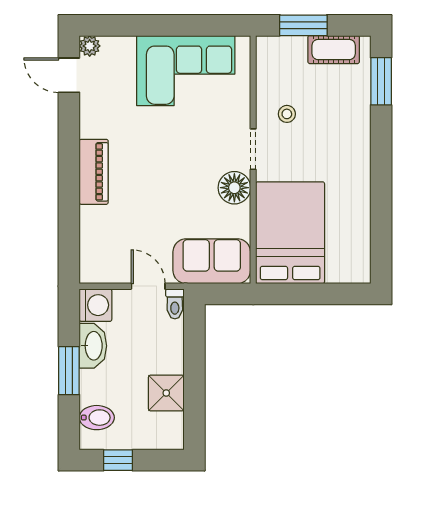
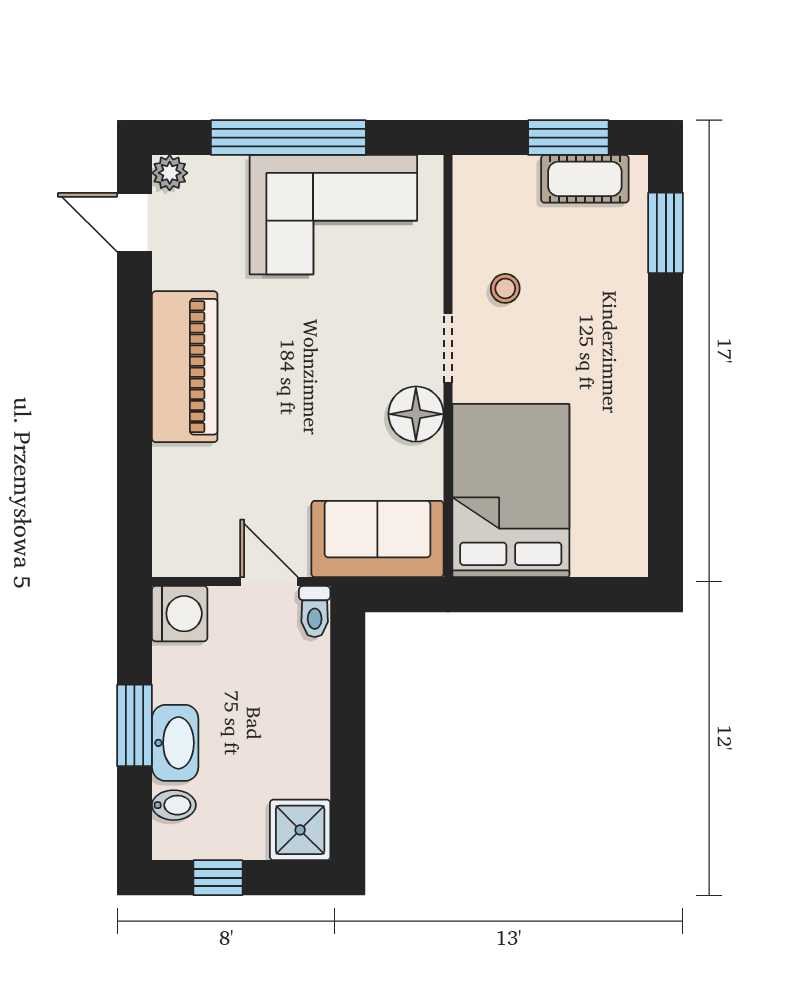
window: (159, 25) -> (288, 138), added
window: (303, 25) -> (568, 138), moved
piano: (94, 172) -> (185, 367), width x1.37, depth x1.33
washbasin: (93, 346) -> (175, 743), moved
shower: (166, 393) -> (300, 830), moved
bidet: (97, 418) -> (174, 805), width x0.72, depth x0.74

